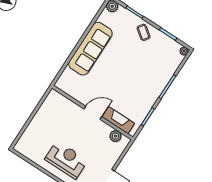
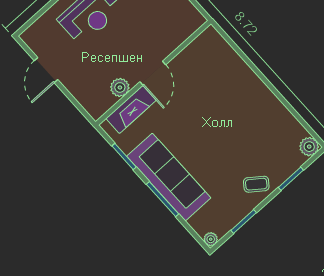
sofa: (90, 49) -> (169, 177), moved, turned 180
plant: (115, 136) -> (120, 87), moved

